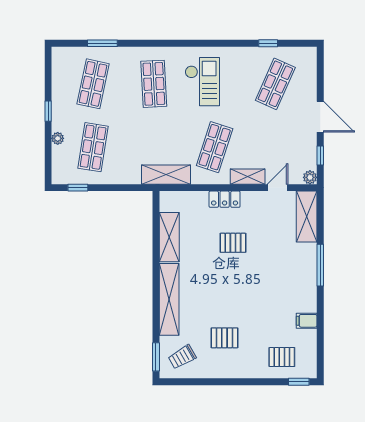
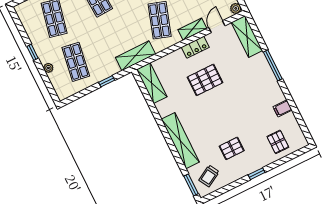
window: (78, 188) -> (107, 81), moved
locker: (225, 199) -> (195, 47), moved
shelving: (169, 237) -> (152, 83), moved
pallet: (233, 243) -> (205, 80), width x1.50, depth x1.42
pallet: (282, 357) -> (278, 142), turned 90
window: (299, 382) -> (257, 174), moved

